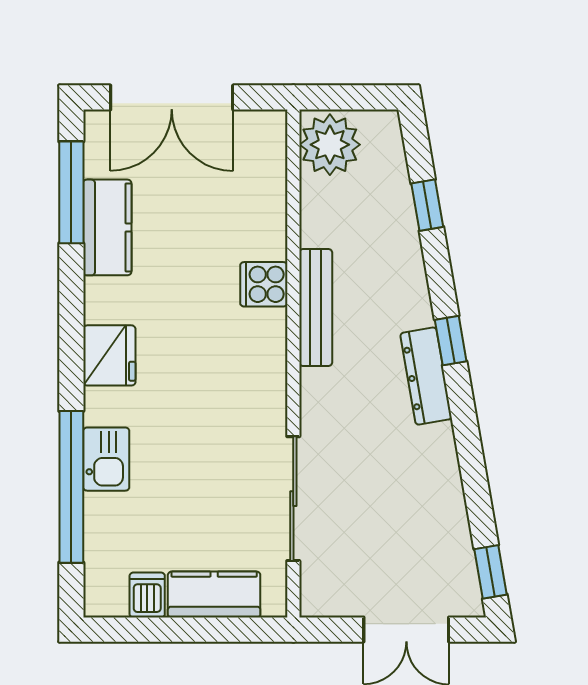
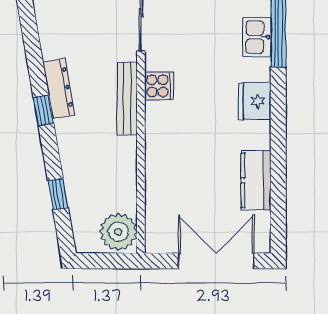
window: (71, 192) -> (278, 202), removed
cooker: (264, 284) -> (159, 86), moved
bench: (316, 308) -> (127, 99), moved

